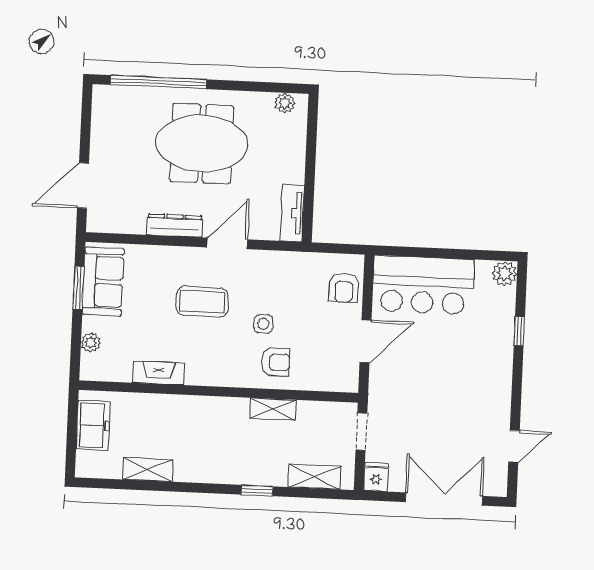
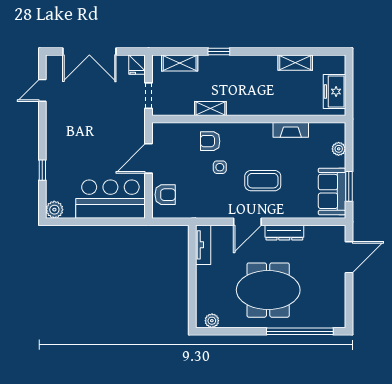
armchair: (344, 288) -> (165, 195), turned 90

